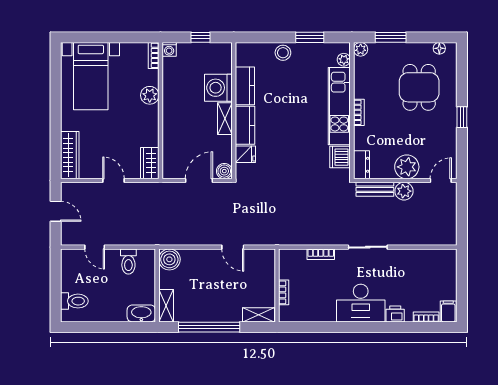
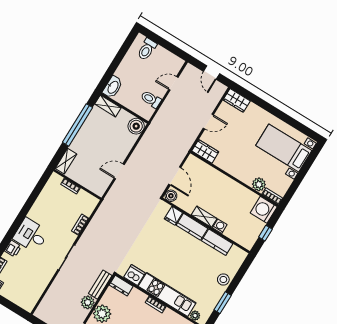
washing machine: (169, 49) -> (264, 210), width x1.89, depth x1.89
washing machine: (218, 88) -> (220, 226), width x0.53, depth x0.53
plant: (150, 95) -> (259, 184), moved
wardrobe: (70, 155) -> (237, 100), width x0.67
door: (56, 211) -> (211, 73), hinge flipped
desk: (361, 303) -> (31, 235), width x0.73

